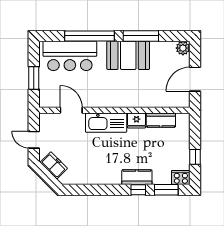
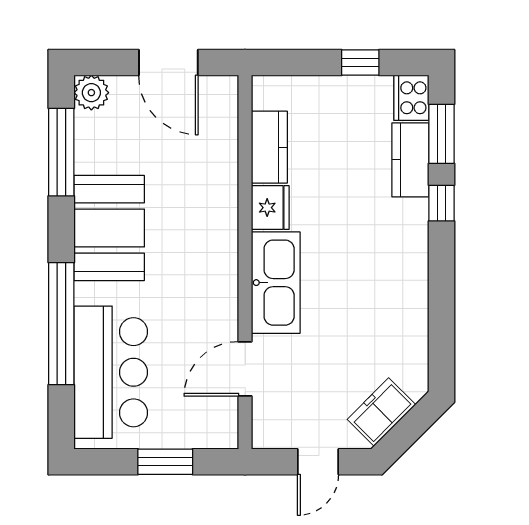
window: (141, 36) -> (61, 152), moved
kitchen counter: (137, 177) -> (410, 160), moved

